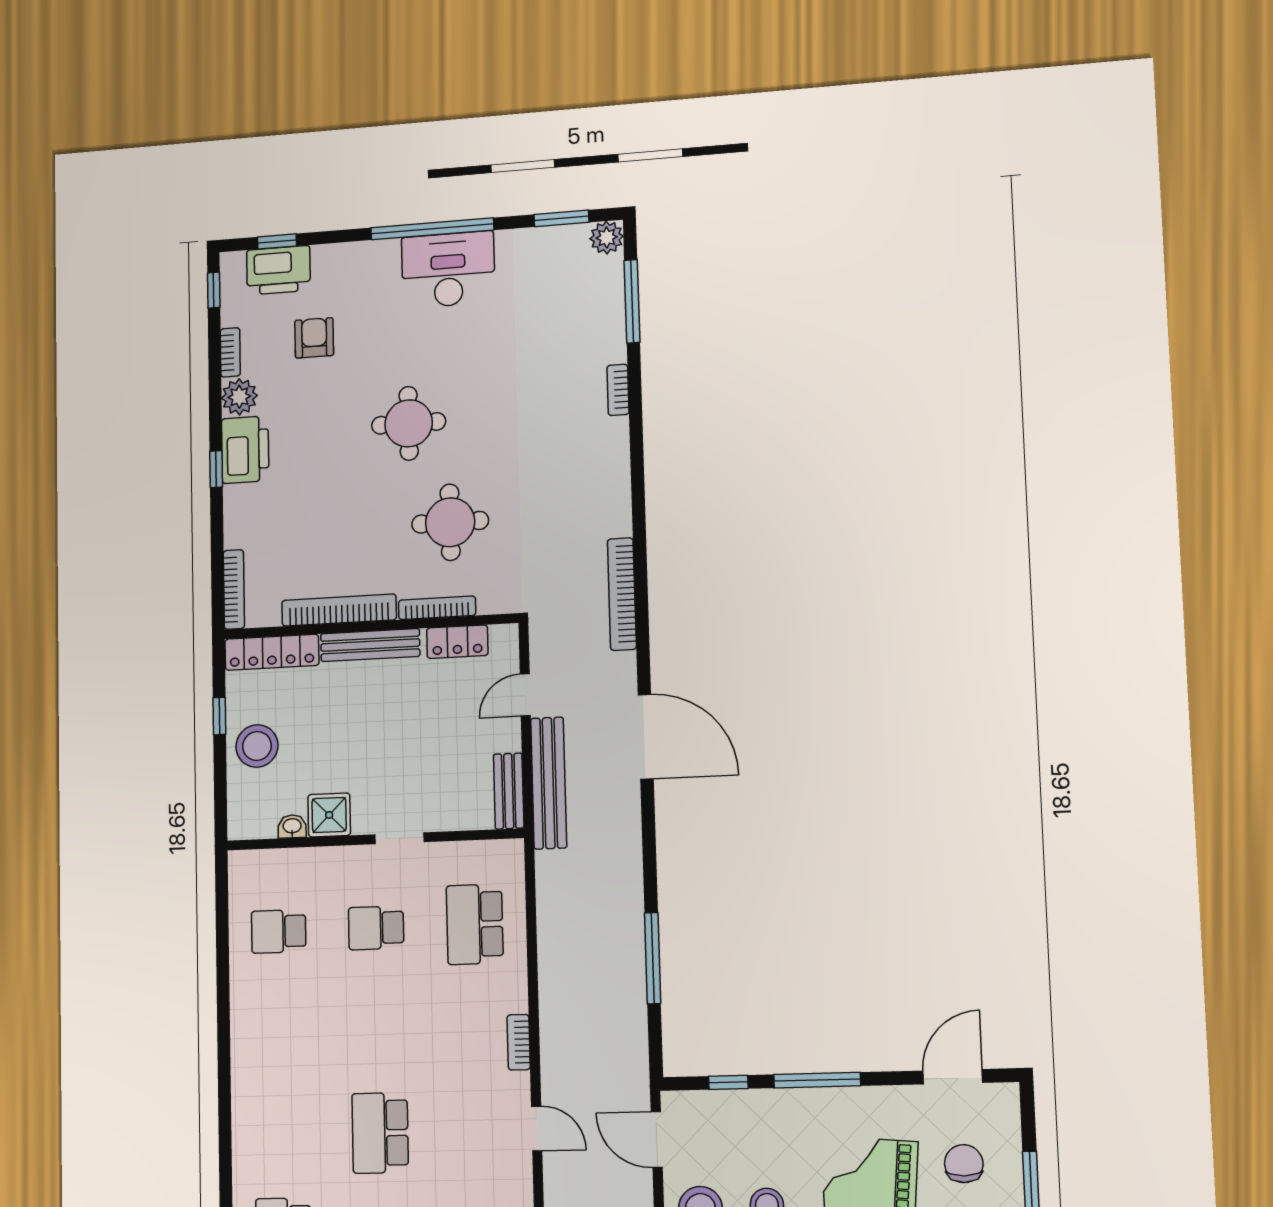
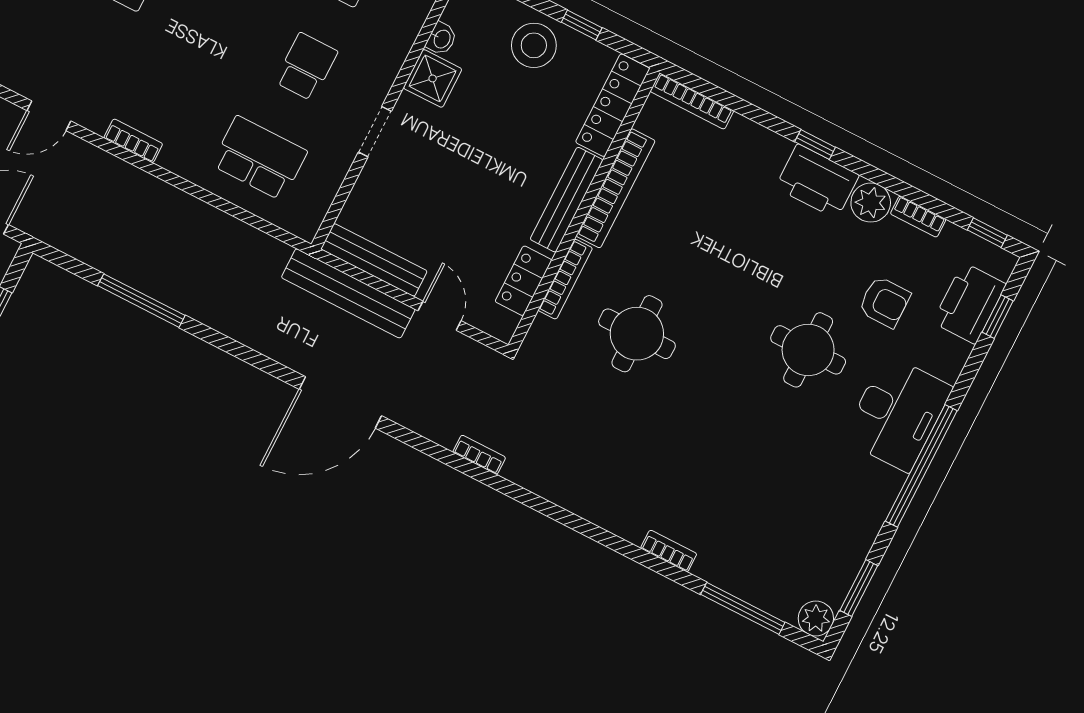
desk: (448, 270) -> (897, 413), moved
round table: (409, 423) -> (808, 350), moved
bookcase: (622, 594) -> (479, 455), width x0.43, depth x0.76
bench: (509, 791) -> (374, 260), width x1.36

